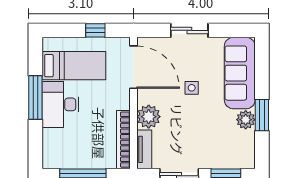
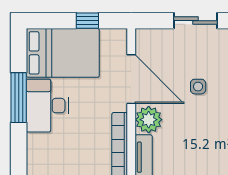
bed: (74, 66) -> (63, 53), width x1.50
door: (133, 67) -> (131, 79), moved

